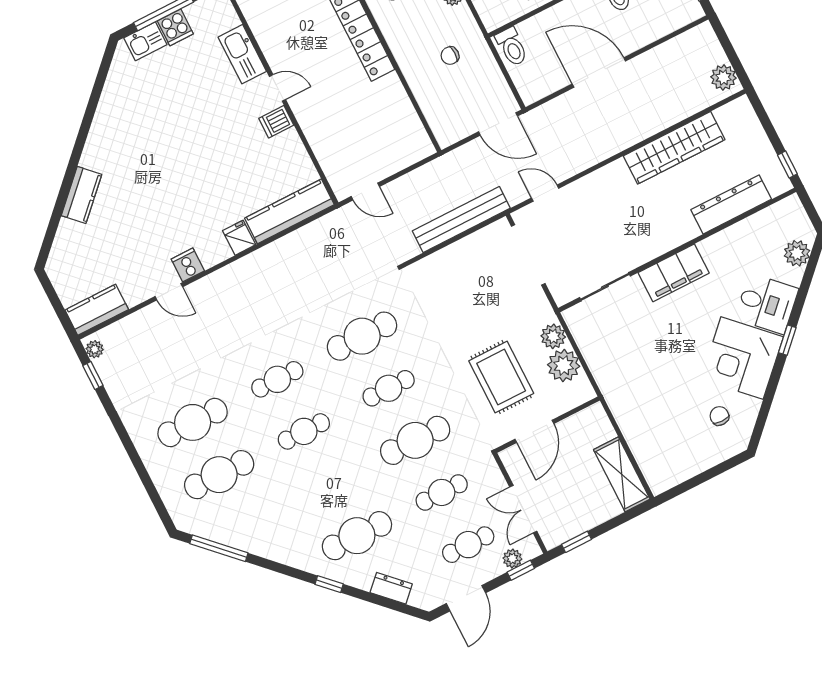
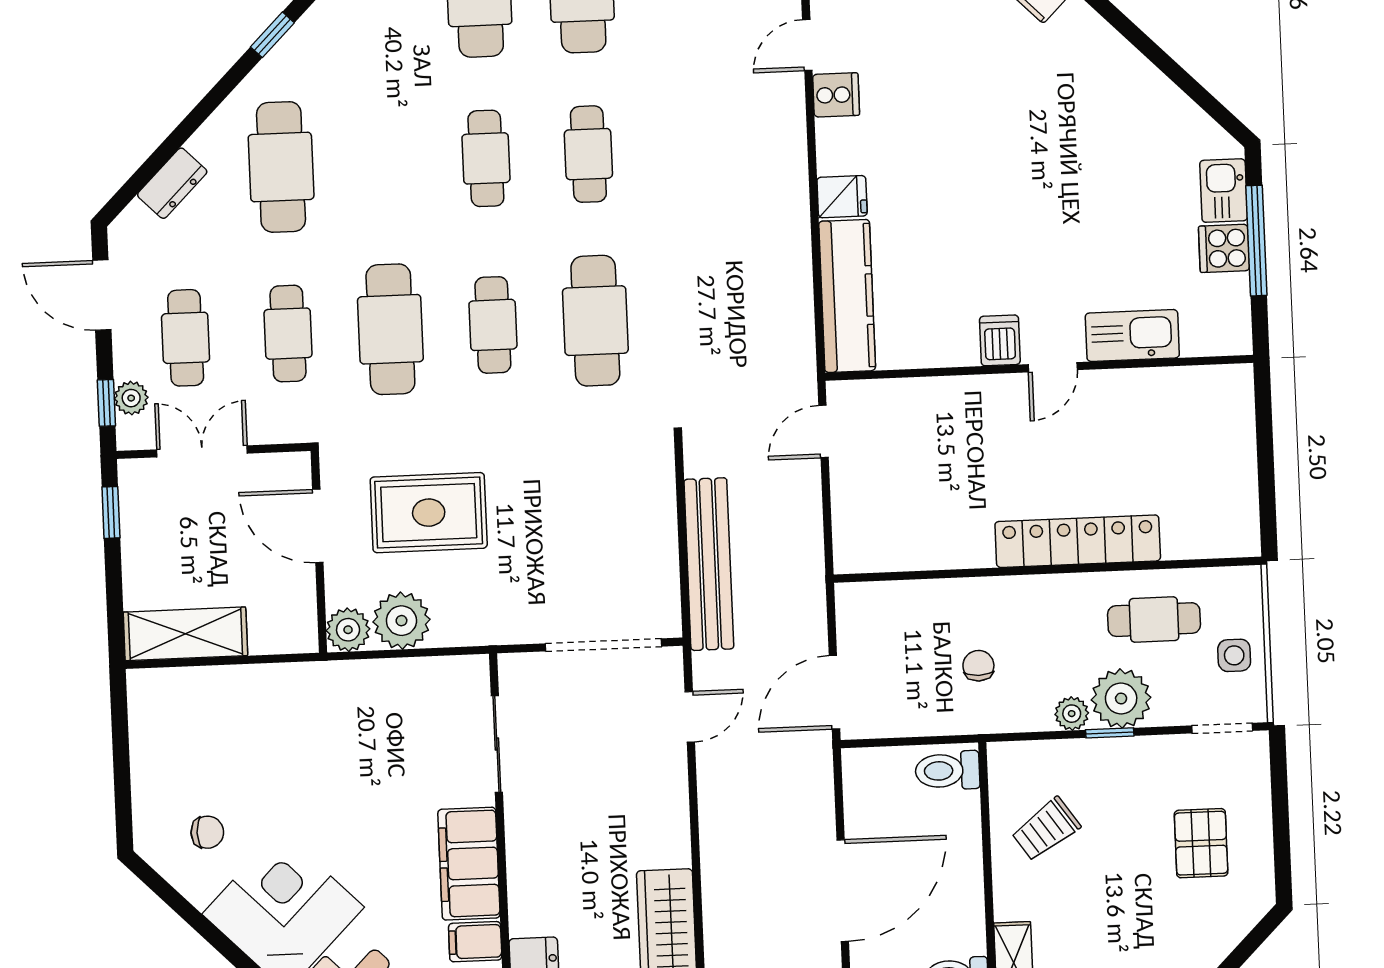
filing cabinet: (713, 251) -> (475, 942), added
plant: (553, 336) -> (348, 630), moved
window: (329, 584) -> (272, 35), moved

